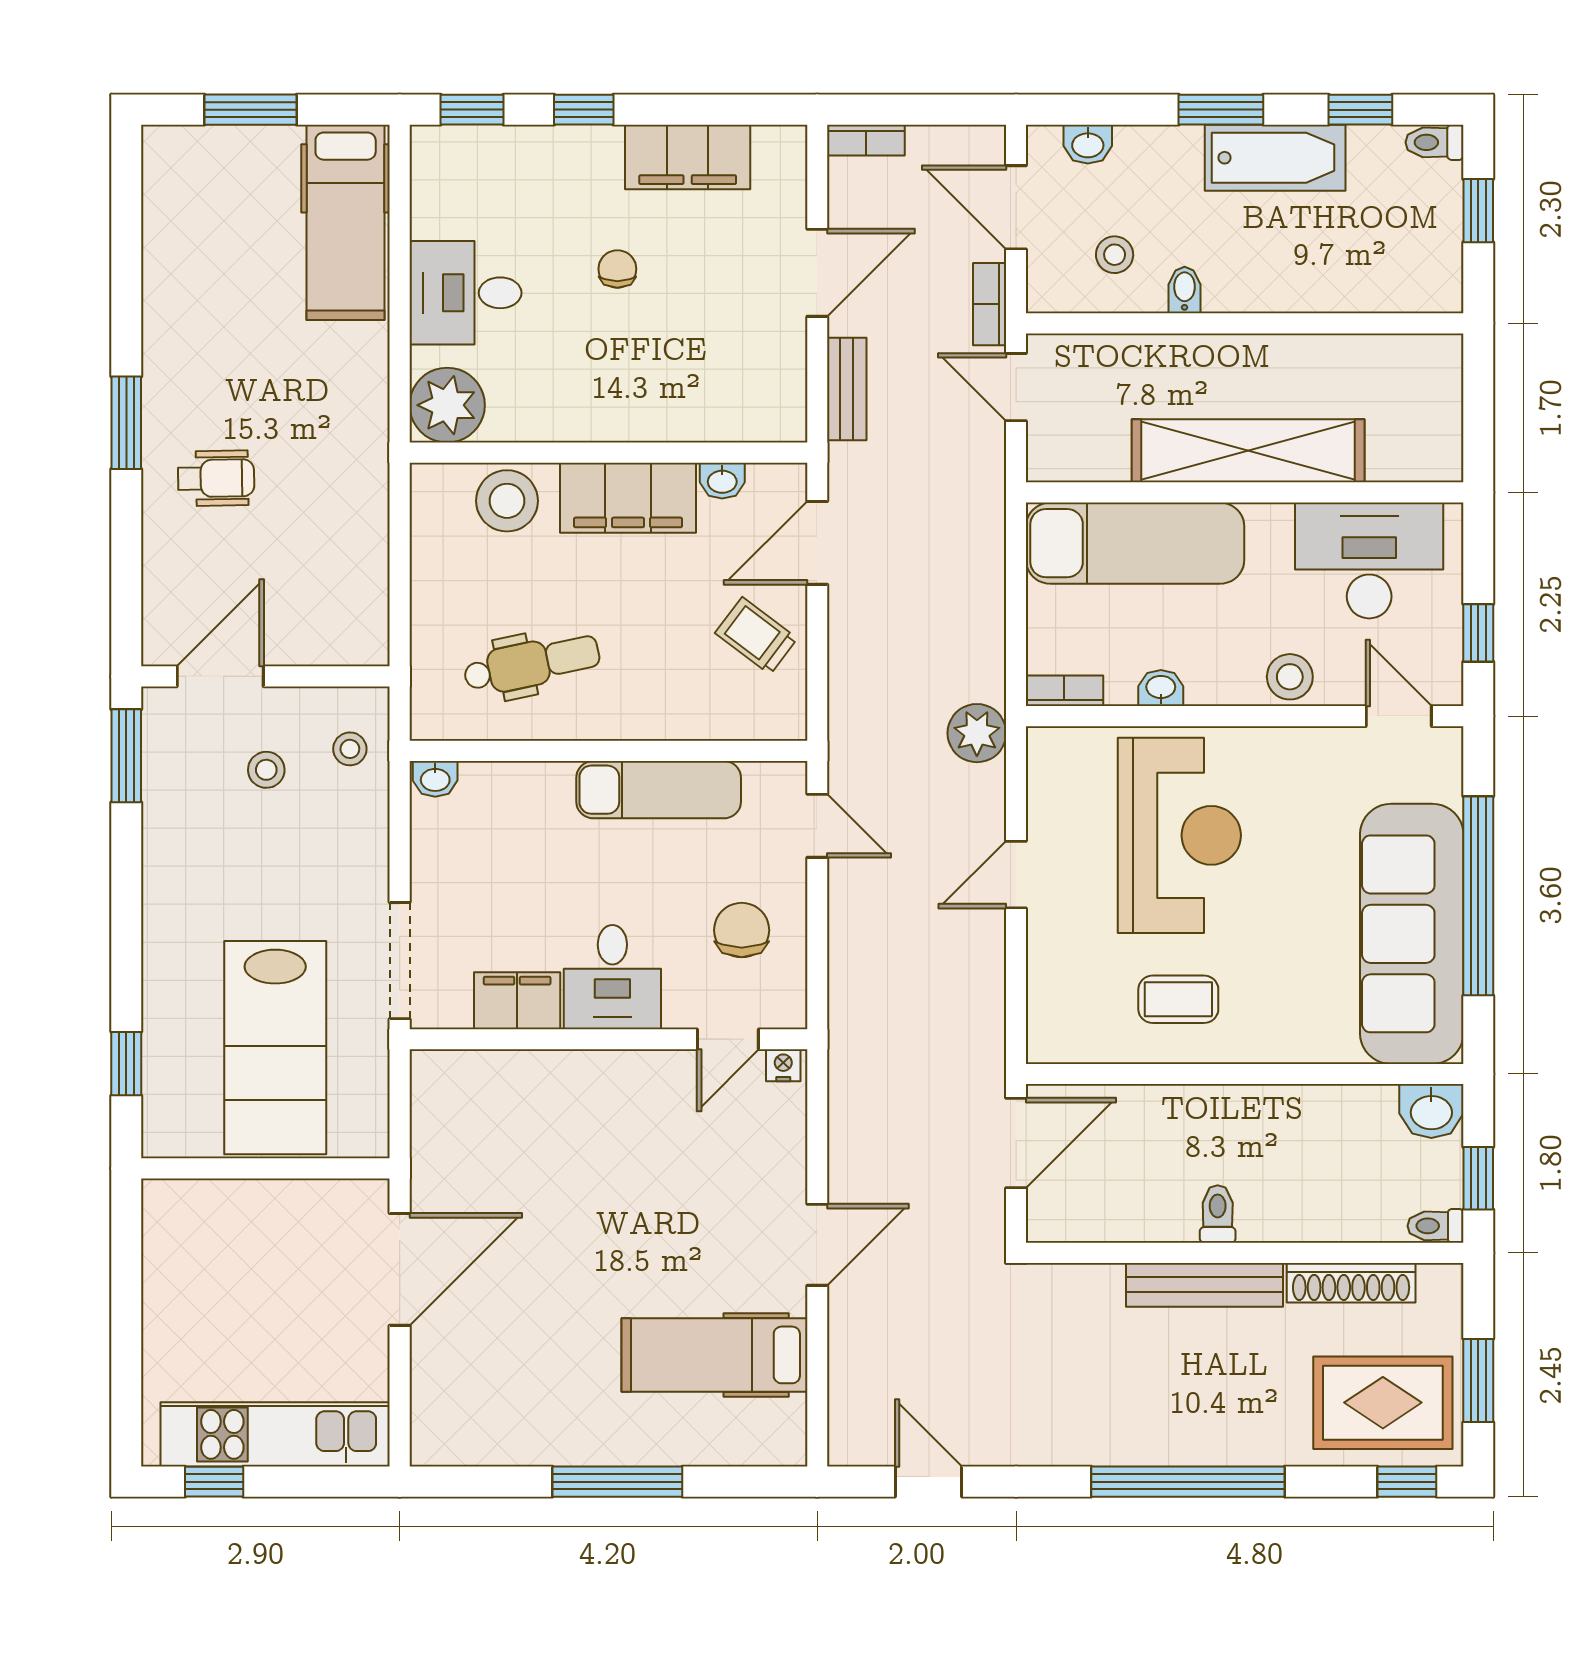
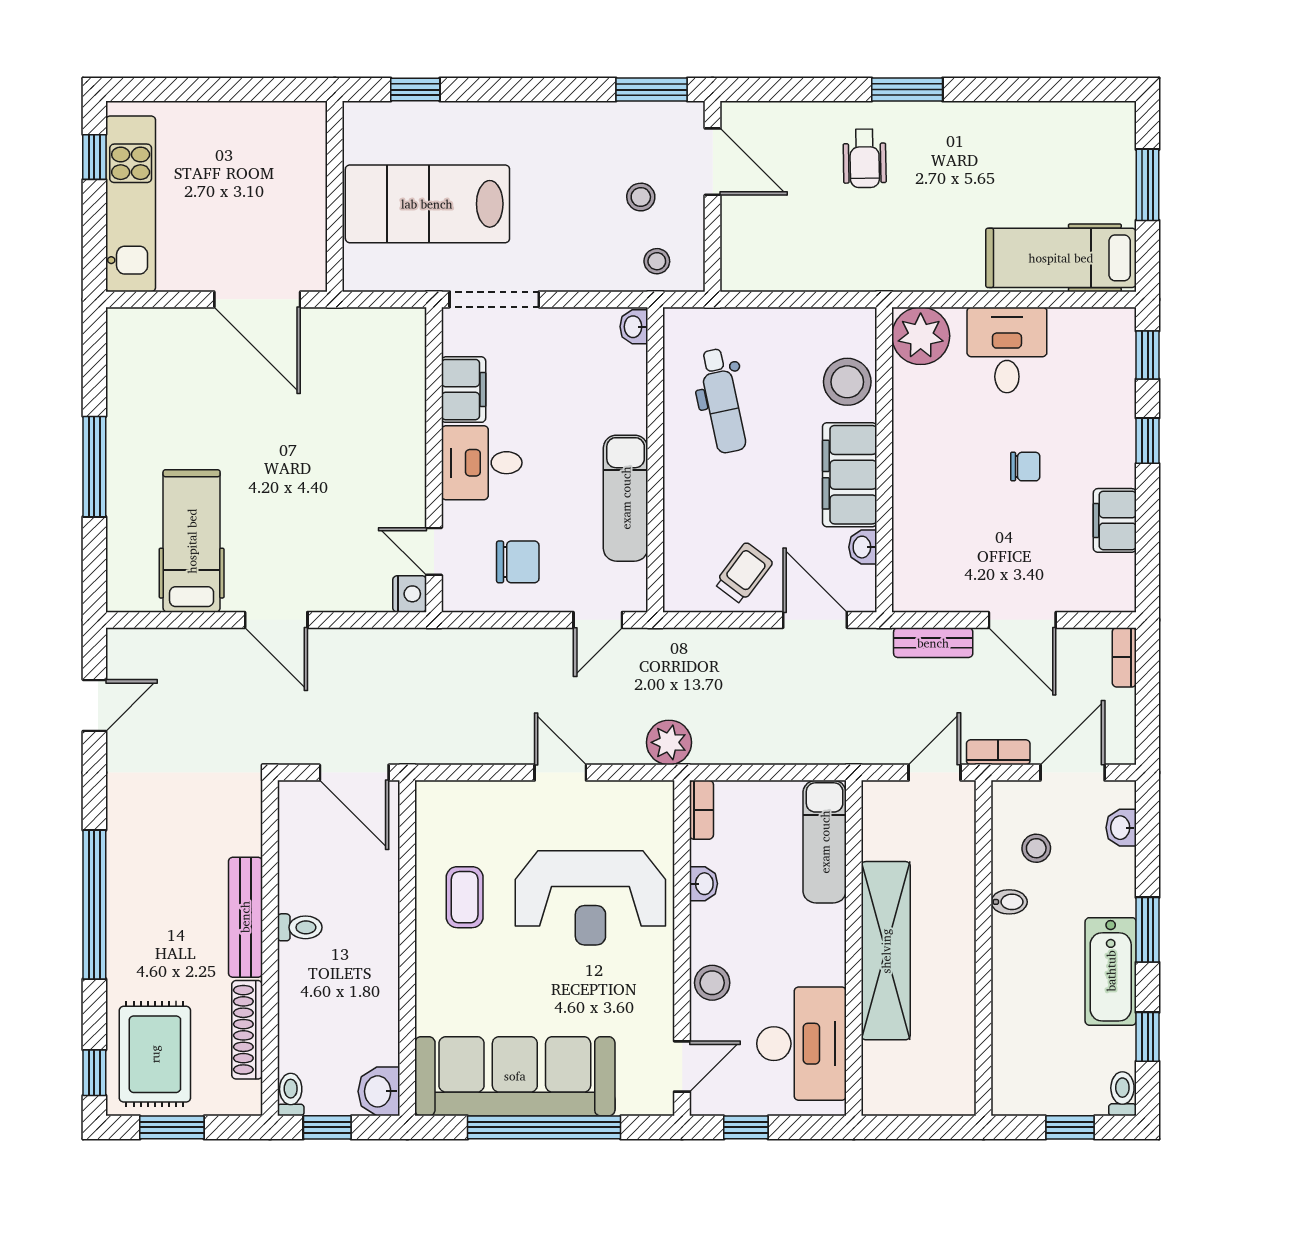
filing cabinet: (688, 157) -> (1115, 520), width x0.67, depth x0.86
exam couch: (1135, 543) -> (825, 842), width x0.73, depth x0.69
nightstand: (783, 1065) -> (410, 594), width x1.39, depth x1.35

